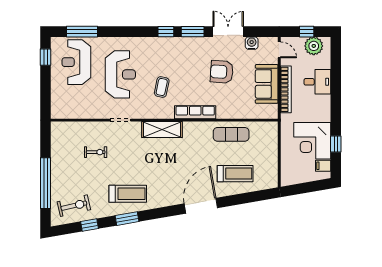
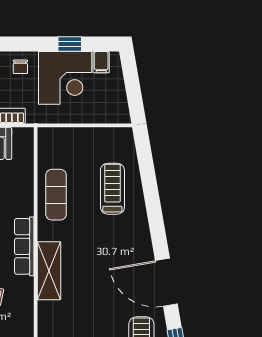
chair: (320, 110) -> (20, 67), added
shelving: (162, 130) -> (49, 271), moved
door: (201, 206) -> (166, 282), moved

